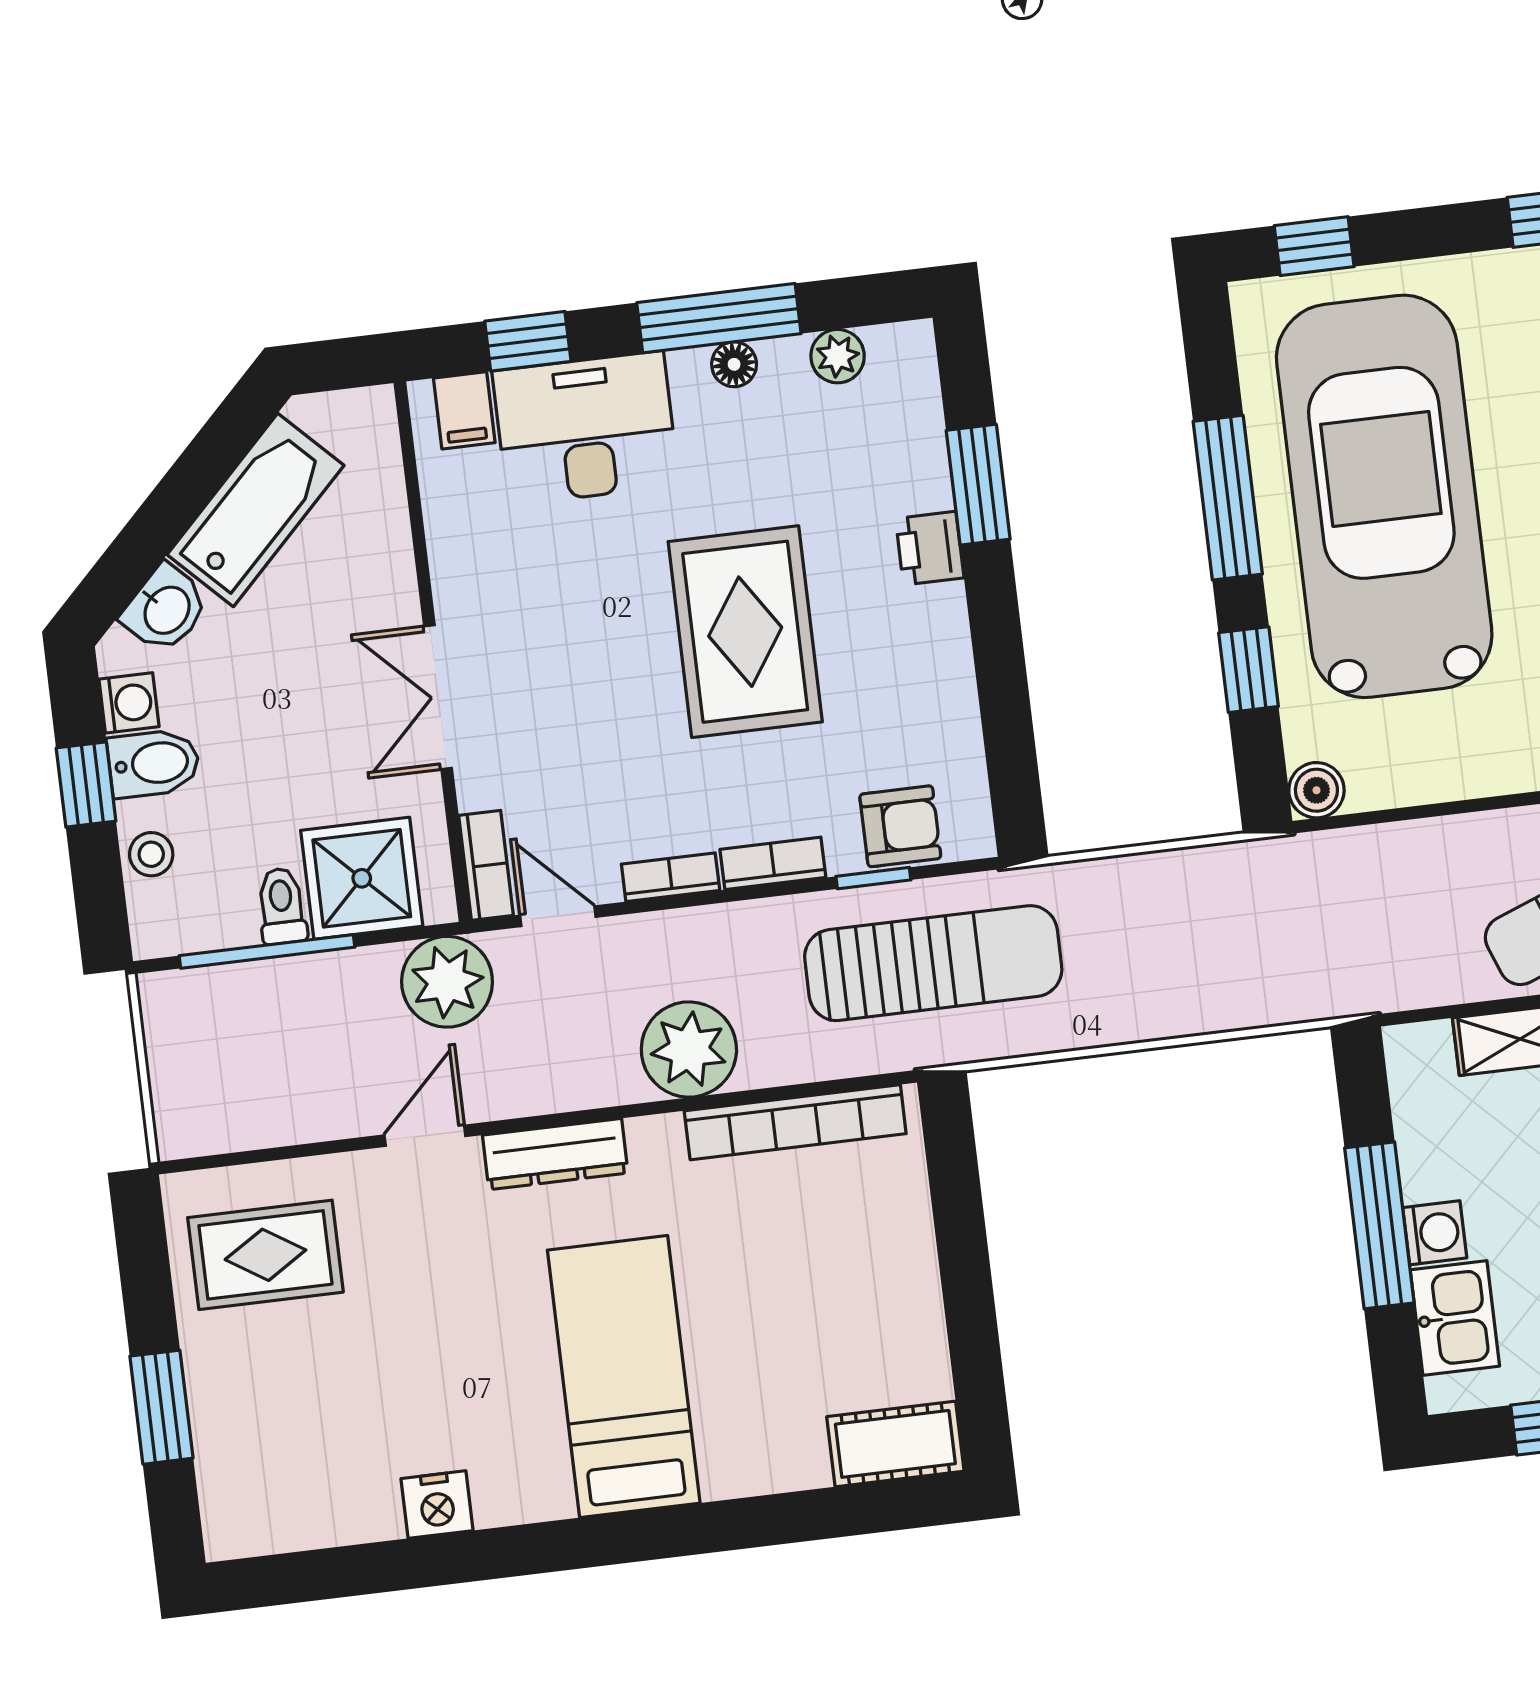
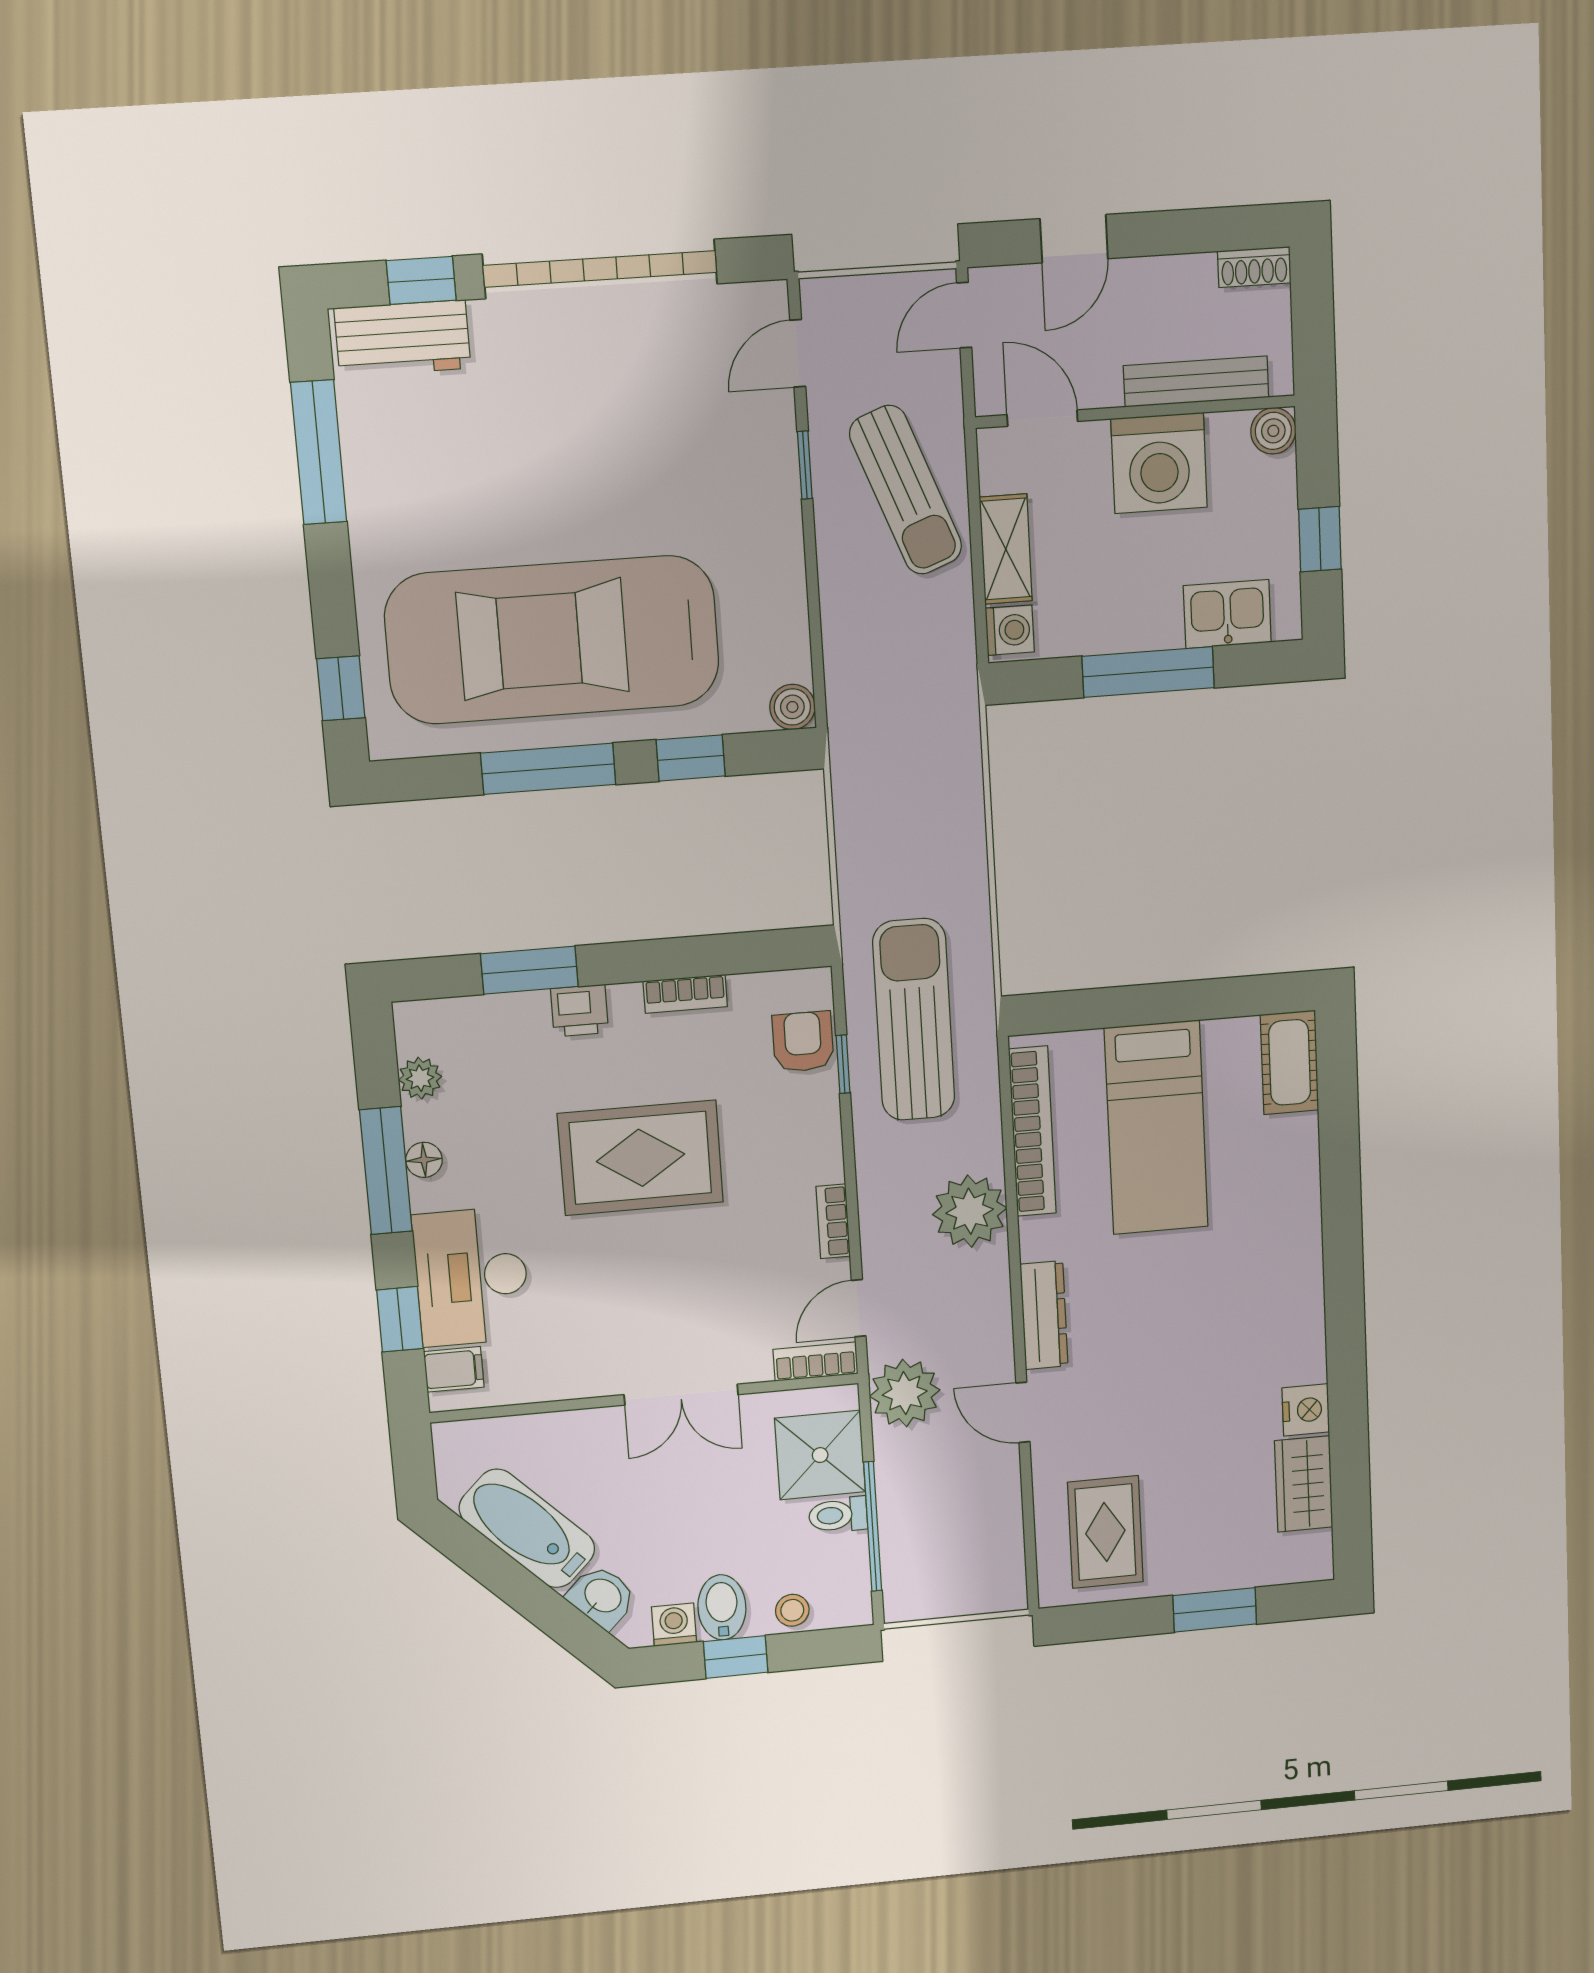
bookcase: (773, 863) -> (685, 994), moved, turned -90
washing machine: (1435, 1233) -> (1010, 630), moved, turned 90
bed: (624, 1377) -> (1156, 1128), moved, turned -90
wardrobe: (336, 1510) -> (1304, 1484), added

